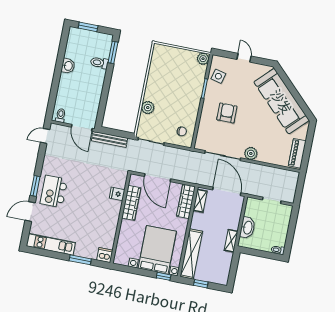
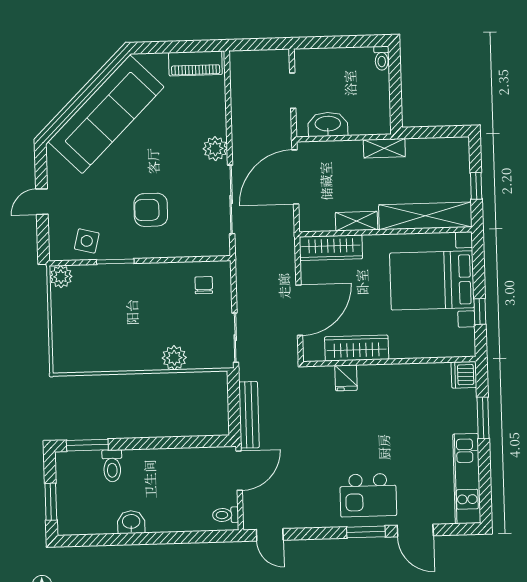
shelving: (200, 201) -> (356, 221), moved
washbasin: (247, 228) -> (328, 124), moved
window: (164, 276) -> (480, 311), moved

